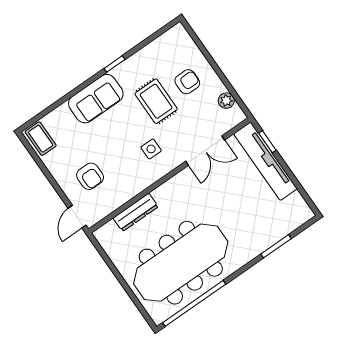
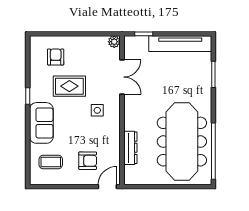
armchair: (187, 82) -> (56, 57), moved
plant: (226, 101) -> (114, 42), moved
coffee table: (41, 139) -> (51, 162), moved
tv unit: (265, 161) -> (180, 44), moved
door: (77, 217) -> (107, 187), swing flipped

